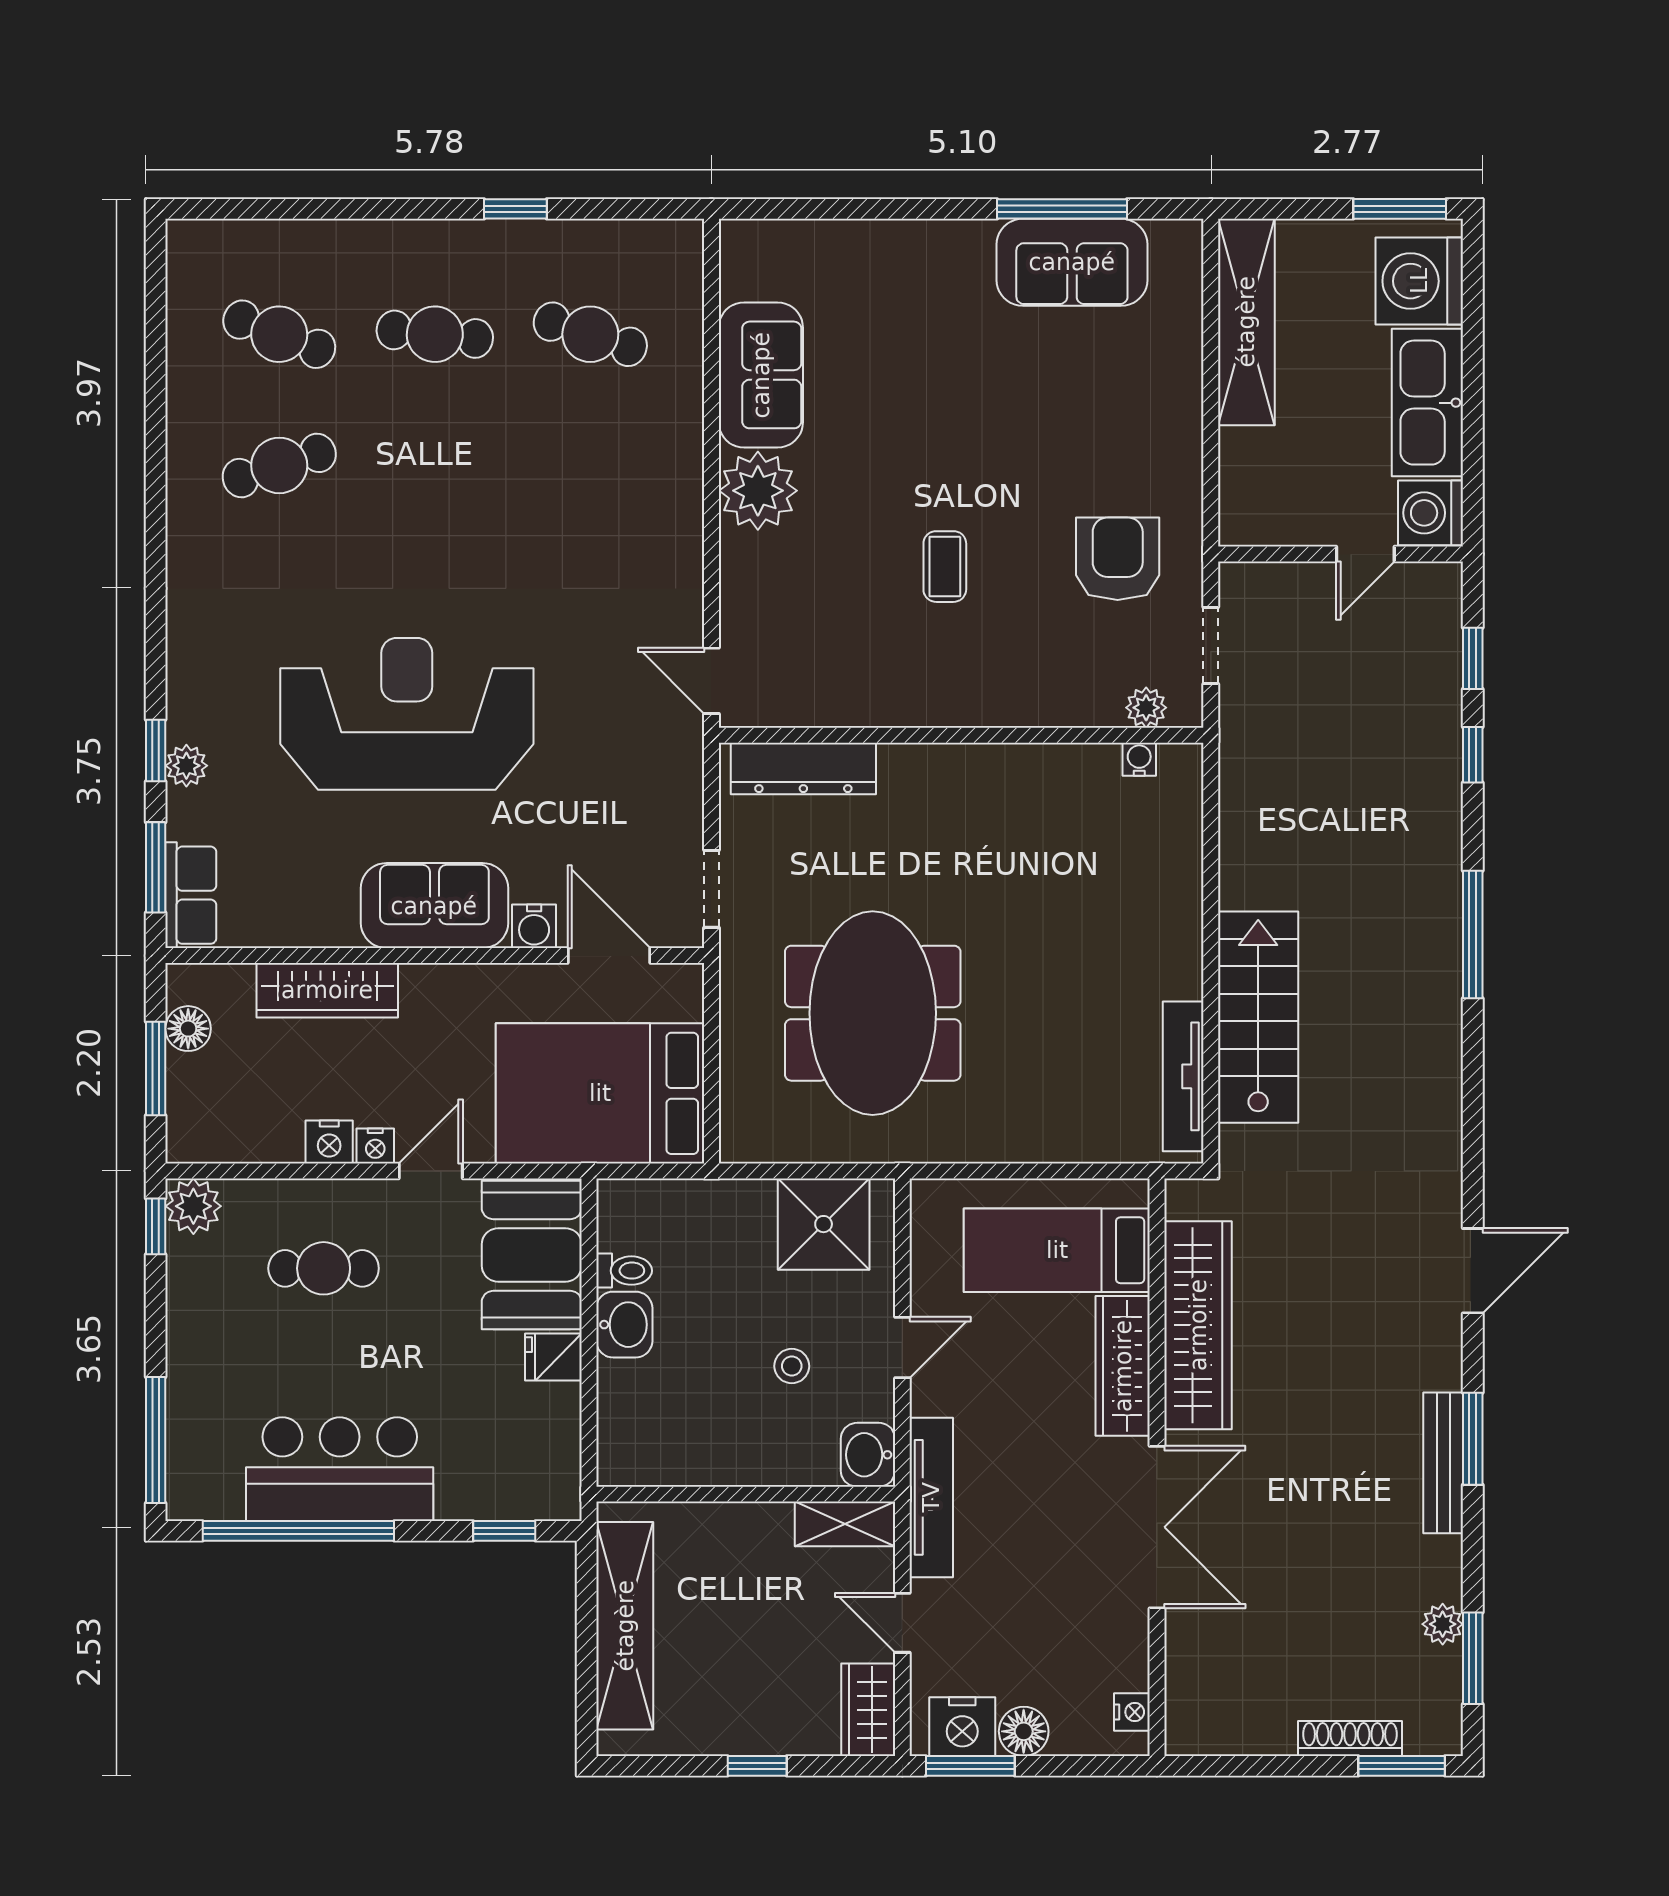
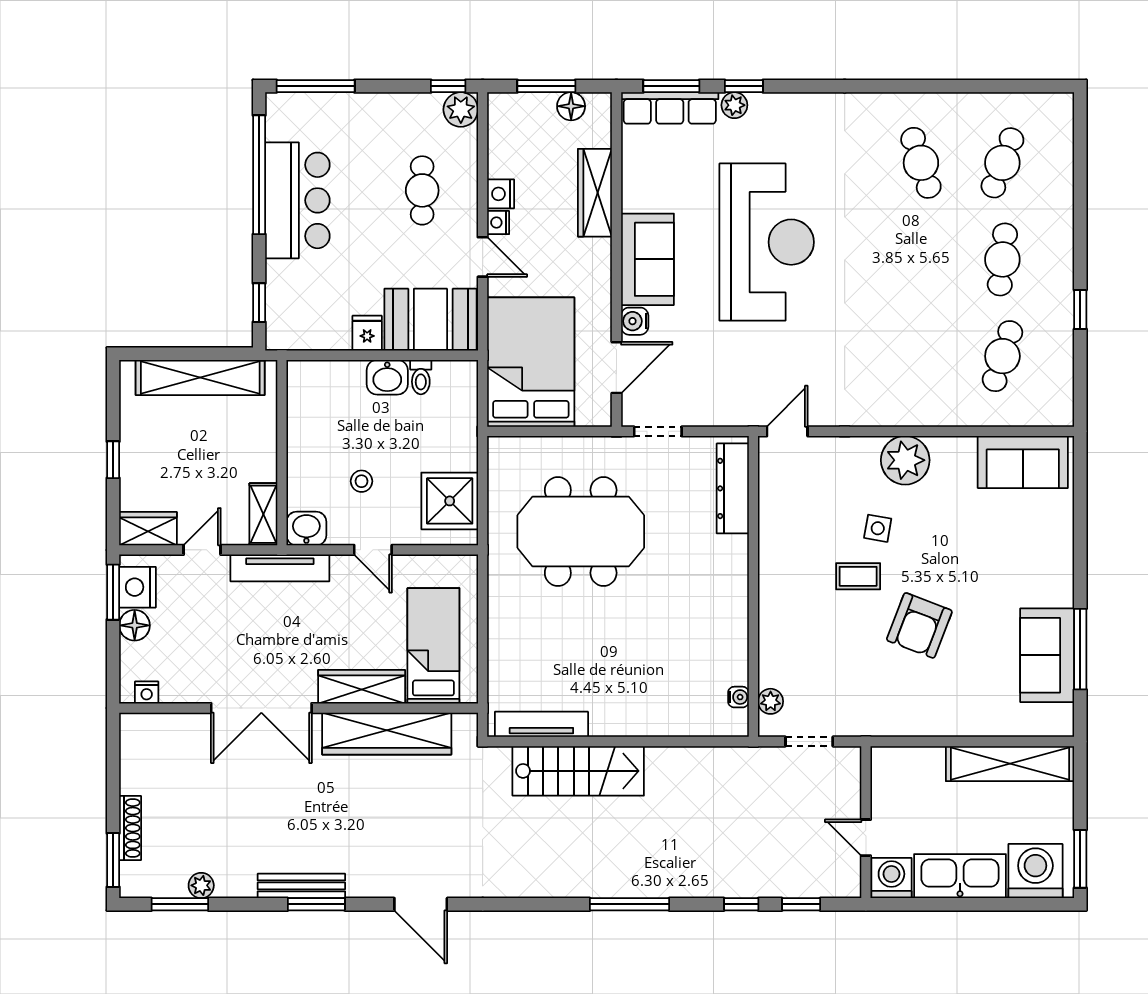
sofa: (761, 375) -> (1023, 462), moved
side table: (868, 535) -> (878, 528), added
armchair: (1118, 559) -> (919, 625), moved, turned 111
row of seats: (191, 895) -> (670, 108), width x1.48

